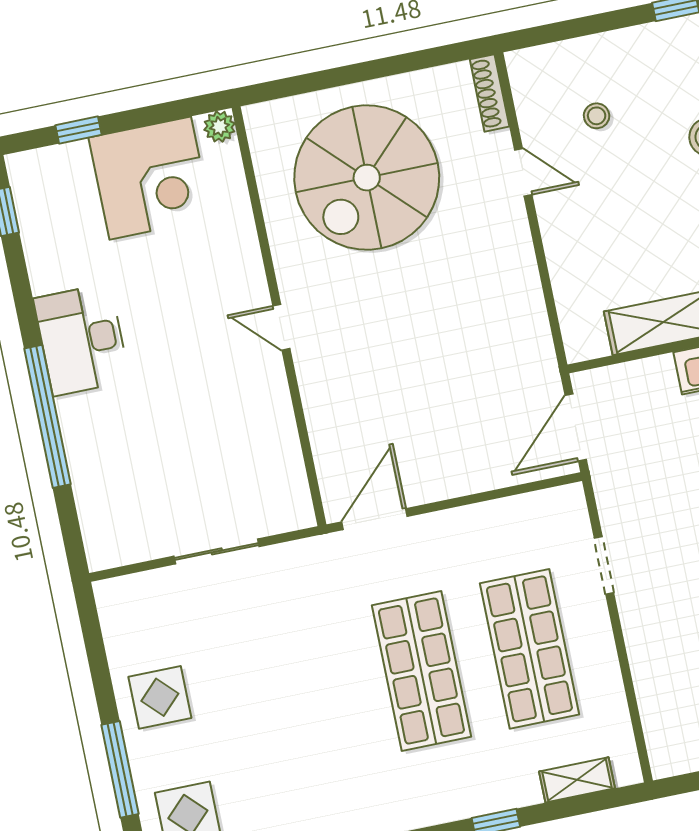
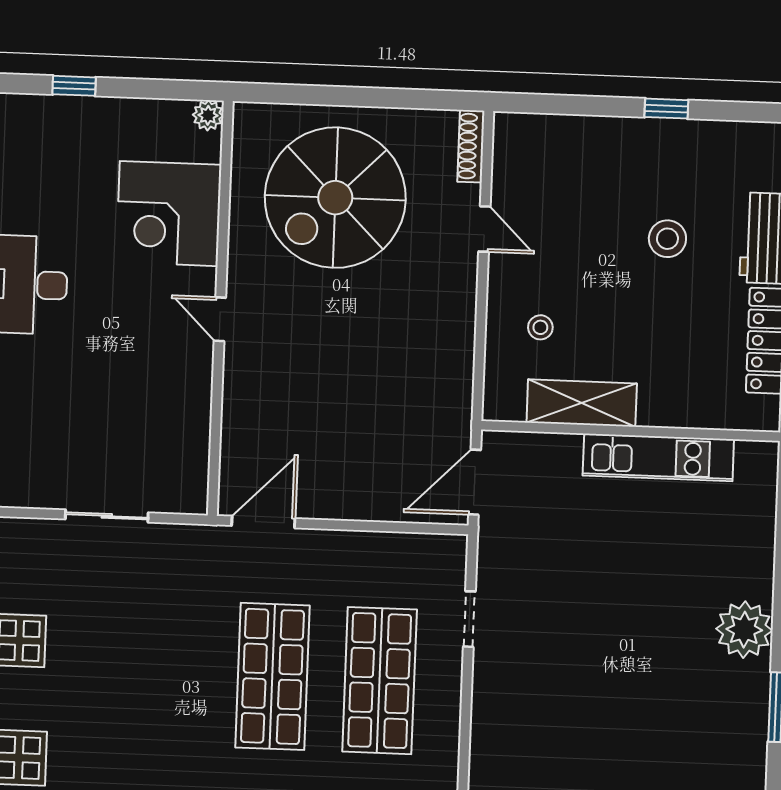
stool: (597, 116) -> (540, 327), moved
corner desk: (150, 178) -> (169, 214), moved, turned 90

